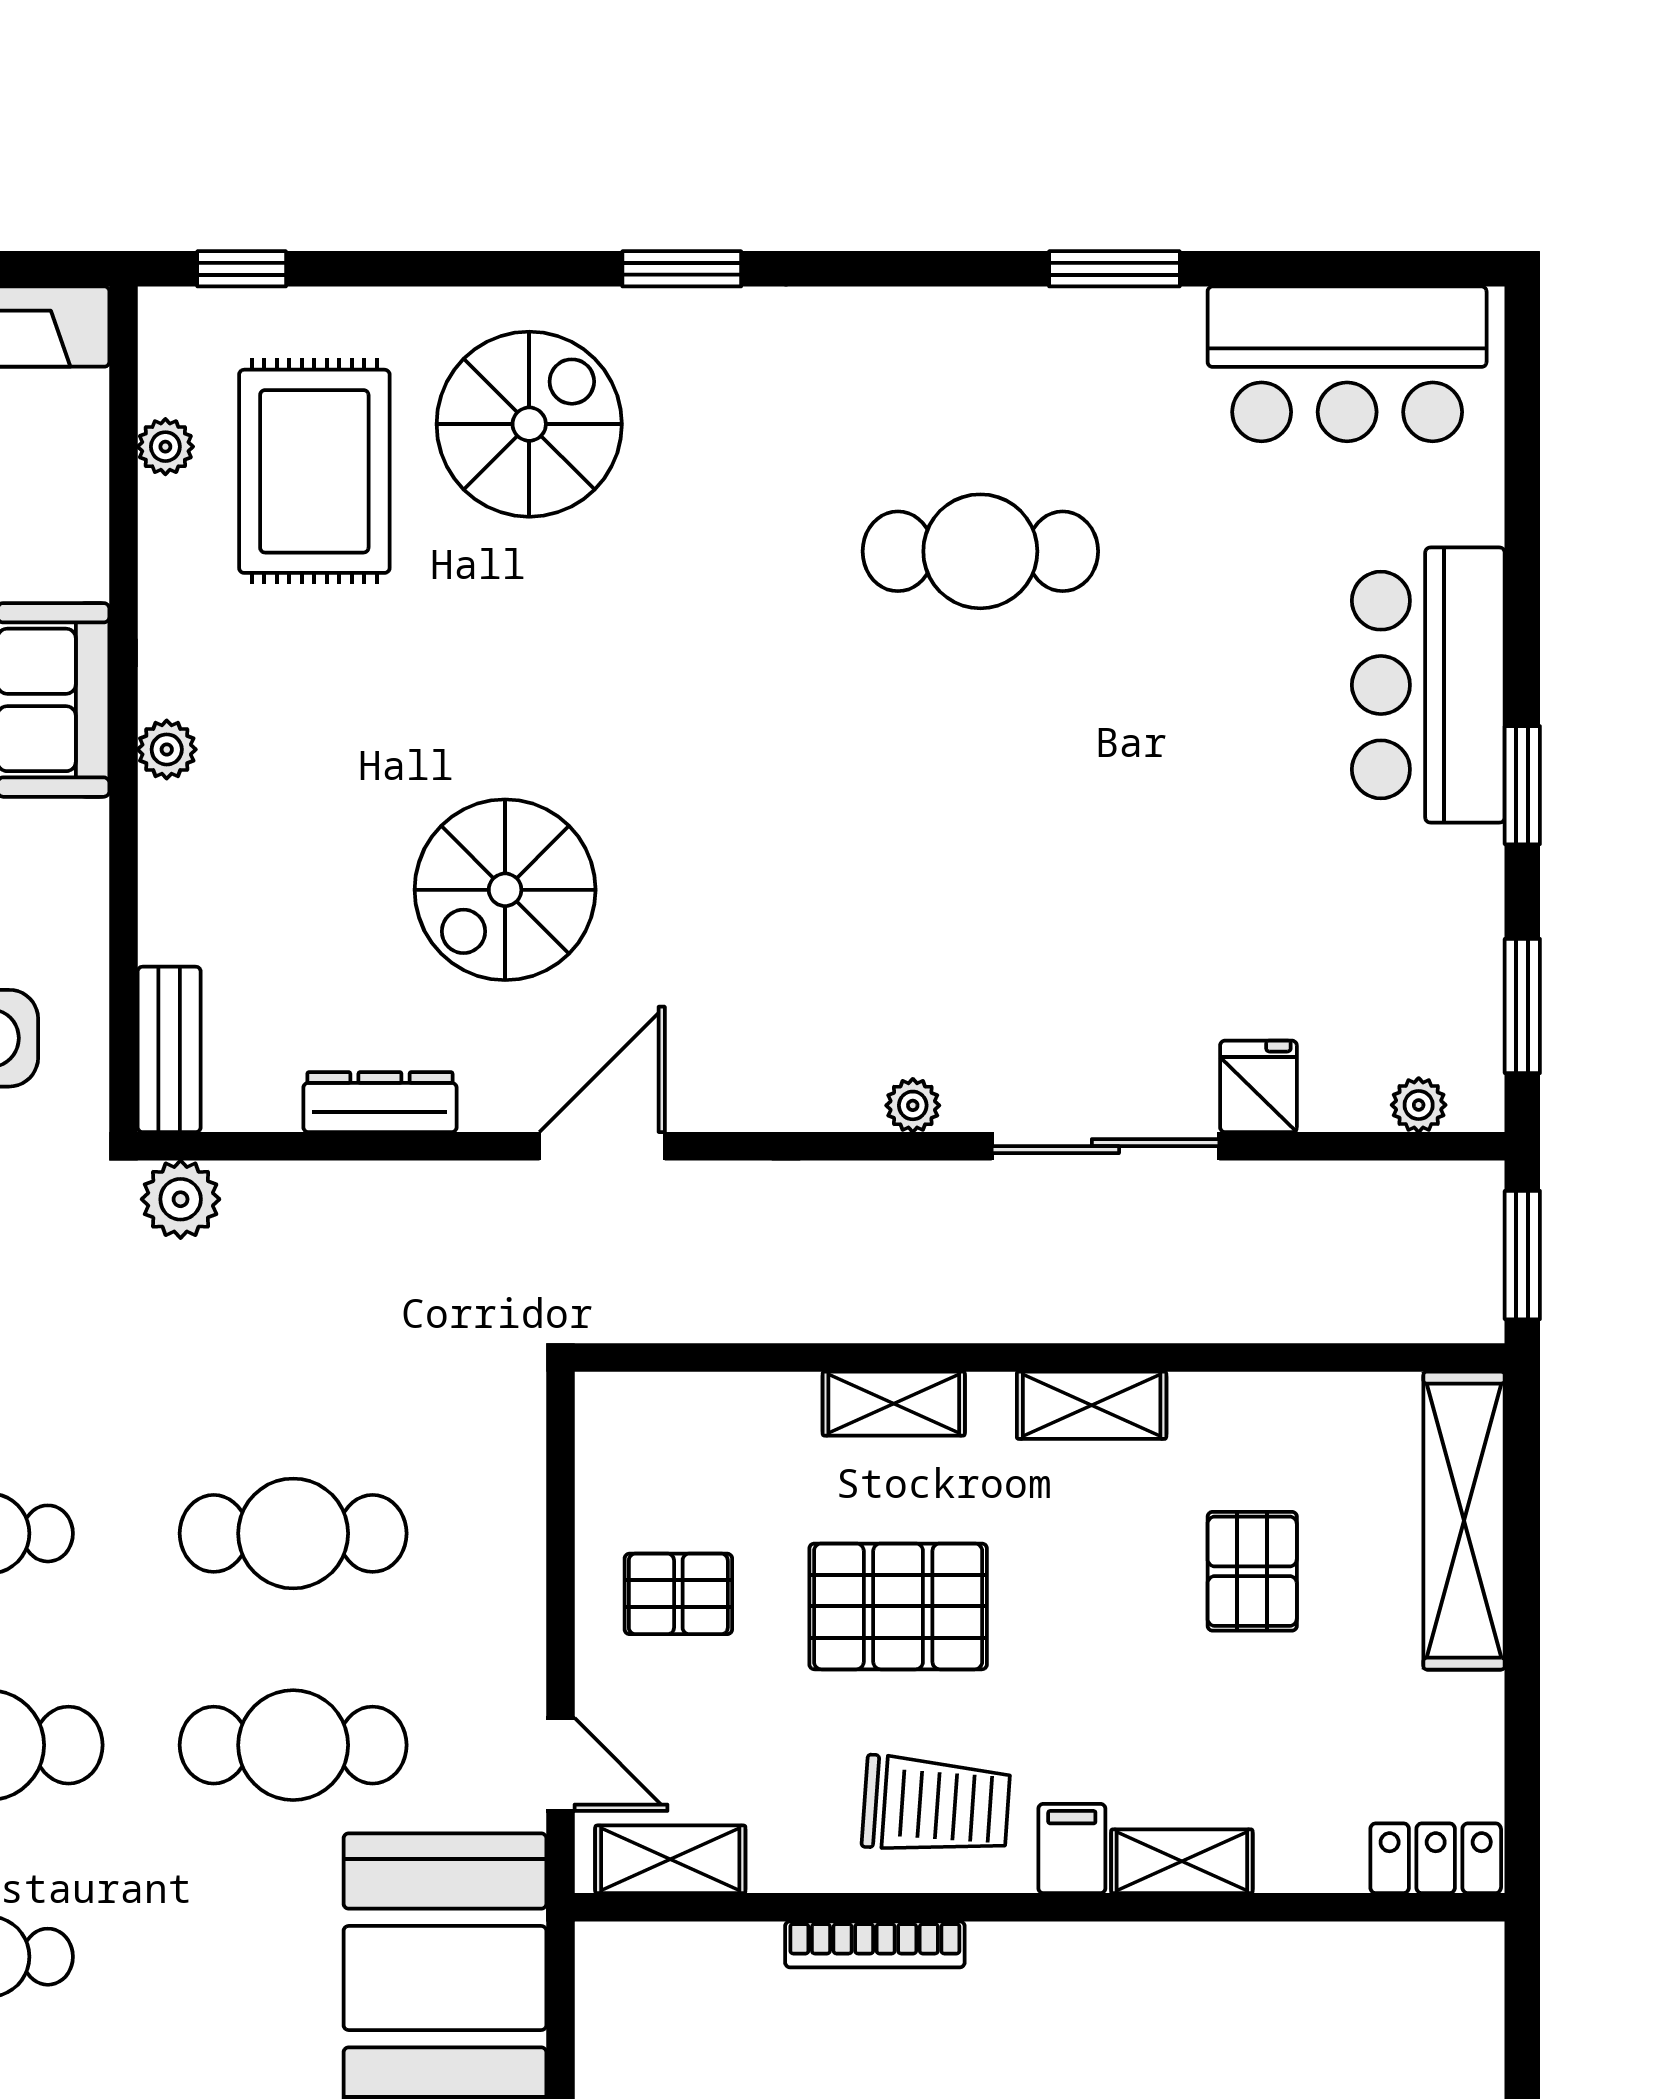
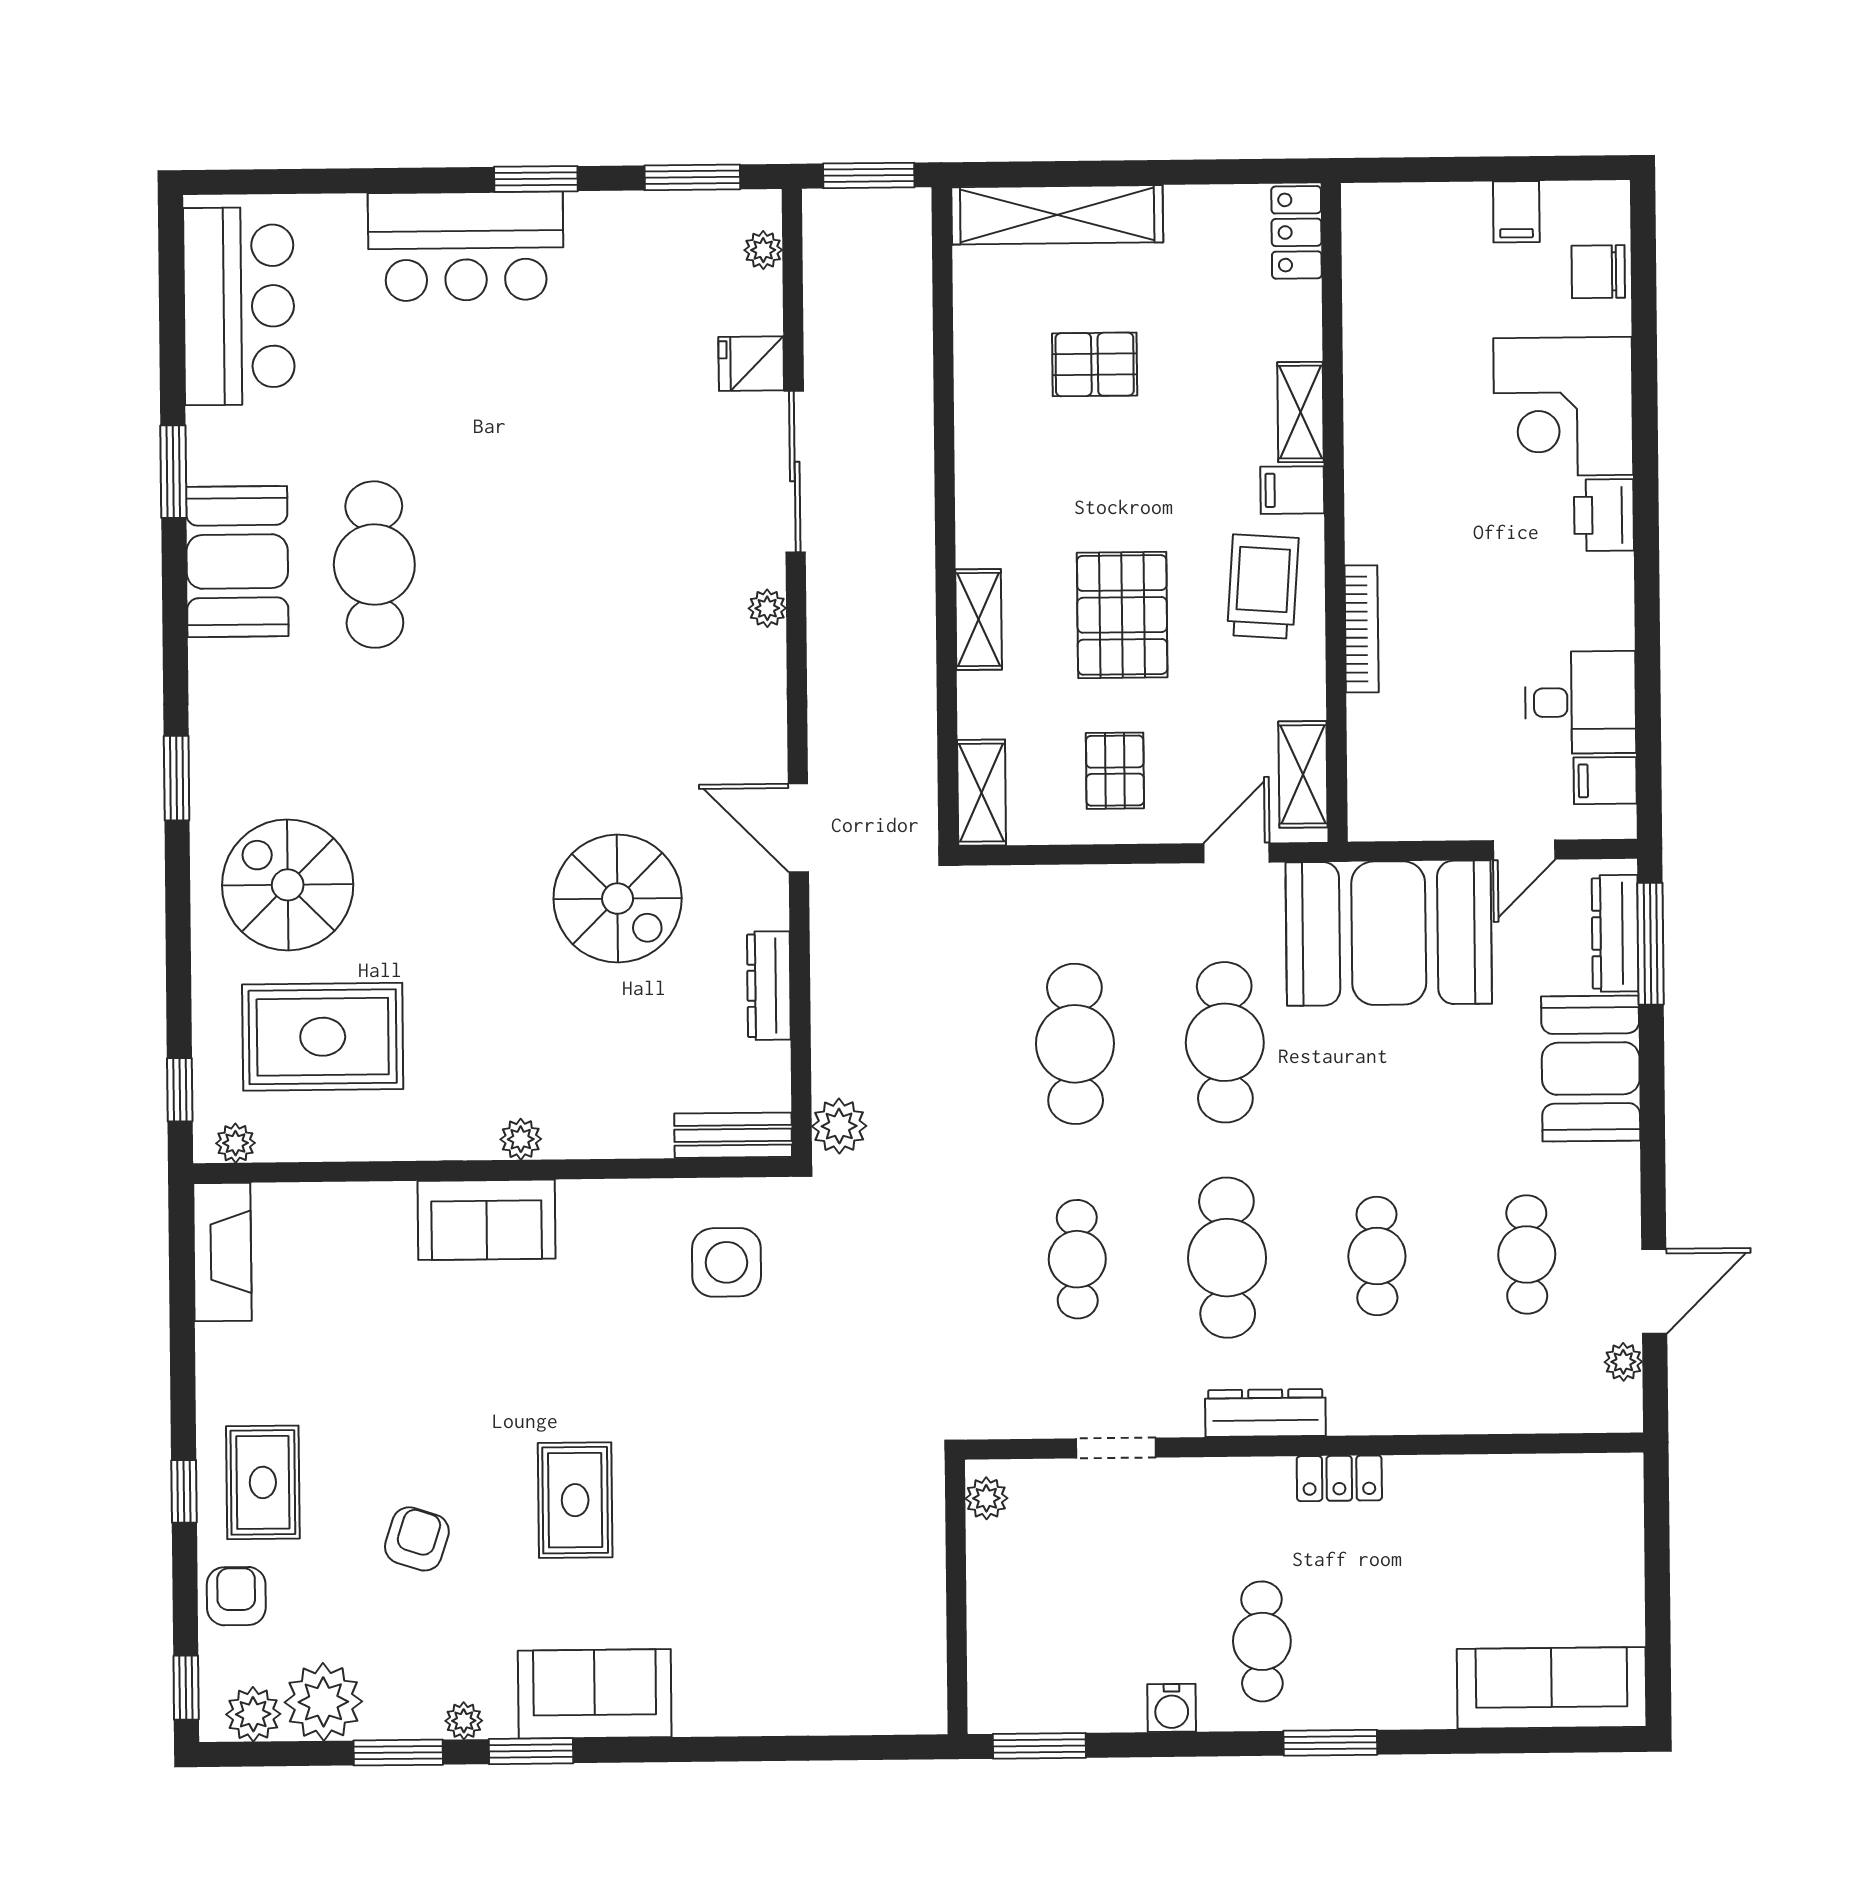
booth: (987, 358) -> (237, 562), added
plant: (165, 447) -> (235, 1143), moved
shelving: (1092, 1405) -> (982, 793), moved

